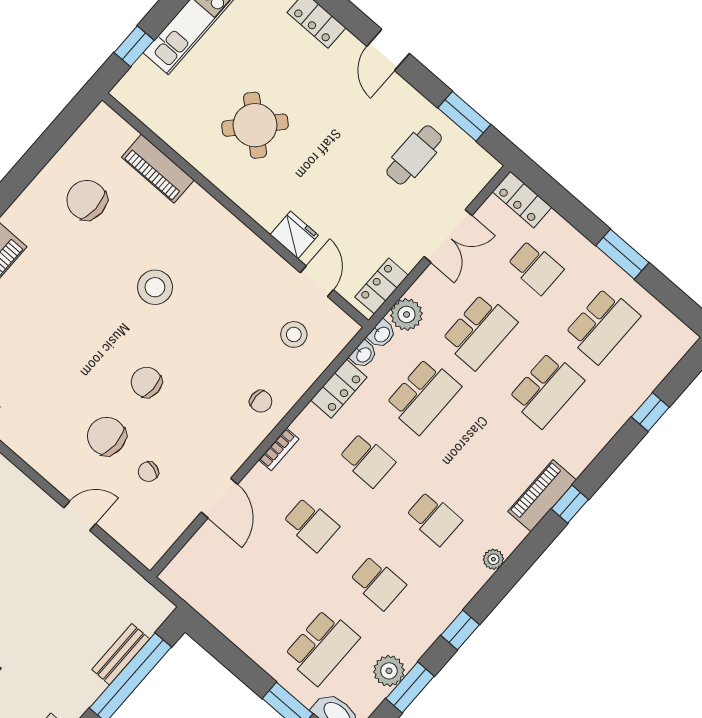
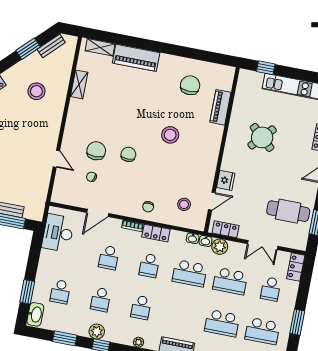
cafe table: (414, 155) -> (288, 211), width x1.37, depth x1.35
locker: (339, 389) -> (156, 233), moved
desk: (214, 590) -> (58, 233), added
school desk: (322, 647) -> (60, 292), width x0.54
plant: (389, 671) -> (97, 331), moved

